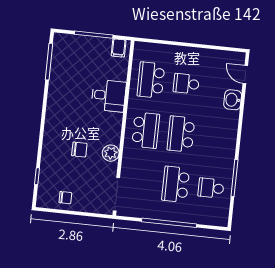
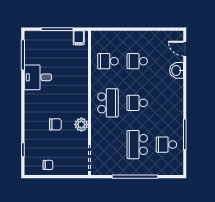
school desk: (151, 80) -> (108, 61), width x0.54
desk: (109, 96) -> (38, 77), moved, turned 180
school desk: (181, 134) -> (137, 103), width x0.54

